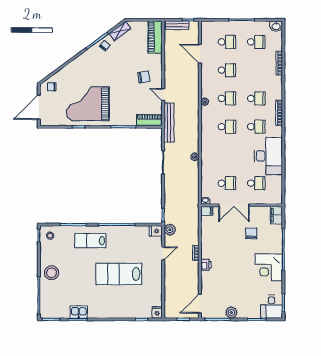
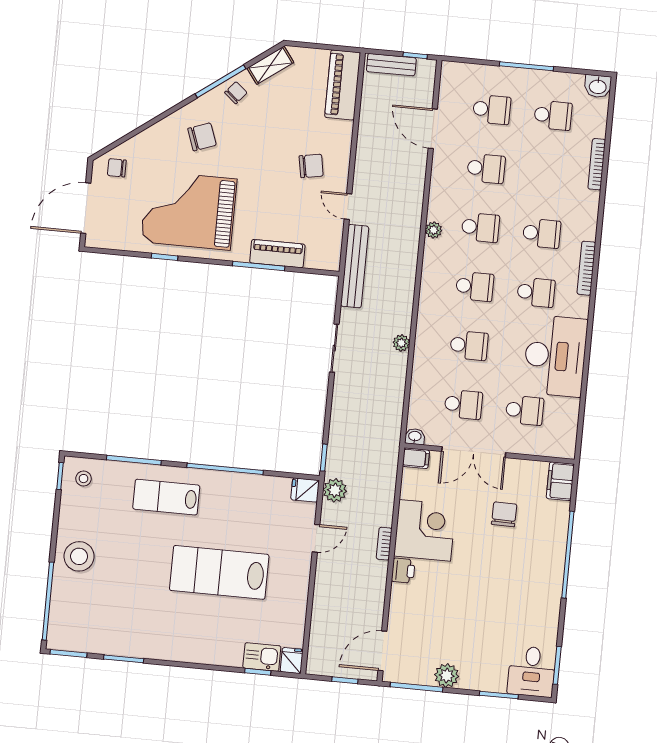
chair: (91, 68) -> (202, 137), added
piano: (149, 120) -> (277, 254), moved
school desk: (227, 155) -> (469, 345), added
corner desk: (269, 267) -> (425, 530), moved, turned 180
kitchen sink: (79, 312) -> (262, 657), moved

